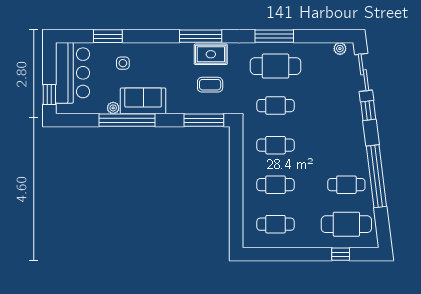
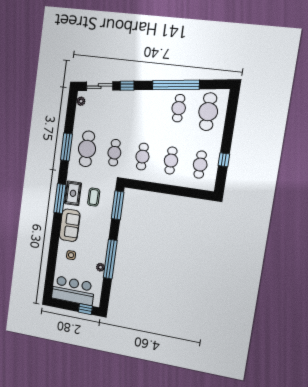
window: (108, 36) -> (52, 262), removed
sofa: (143, 101) -> (70, 225), moved, turned 180
window: (341, 254) -> (224, 160), moved

